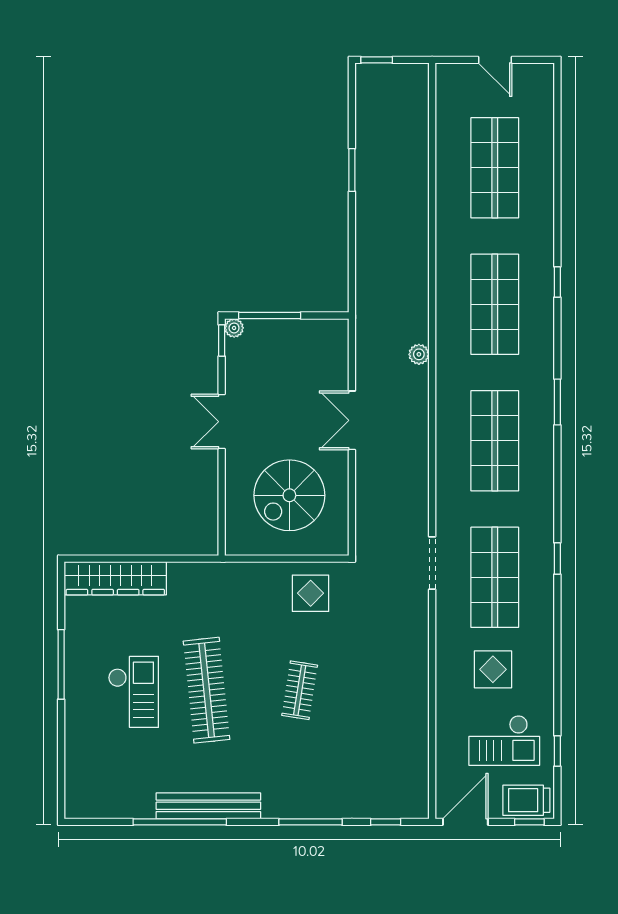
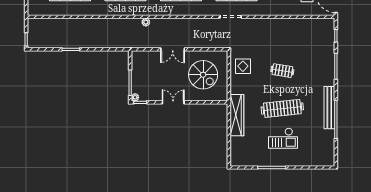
double door: (222, 422) -> (173, 102), swing flipped
wardrobe: (115, 578) -> (237, 115), moved
checkout: (133, 692) -> (283, 138), turned 180

